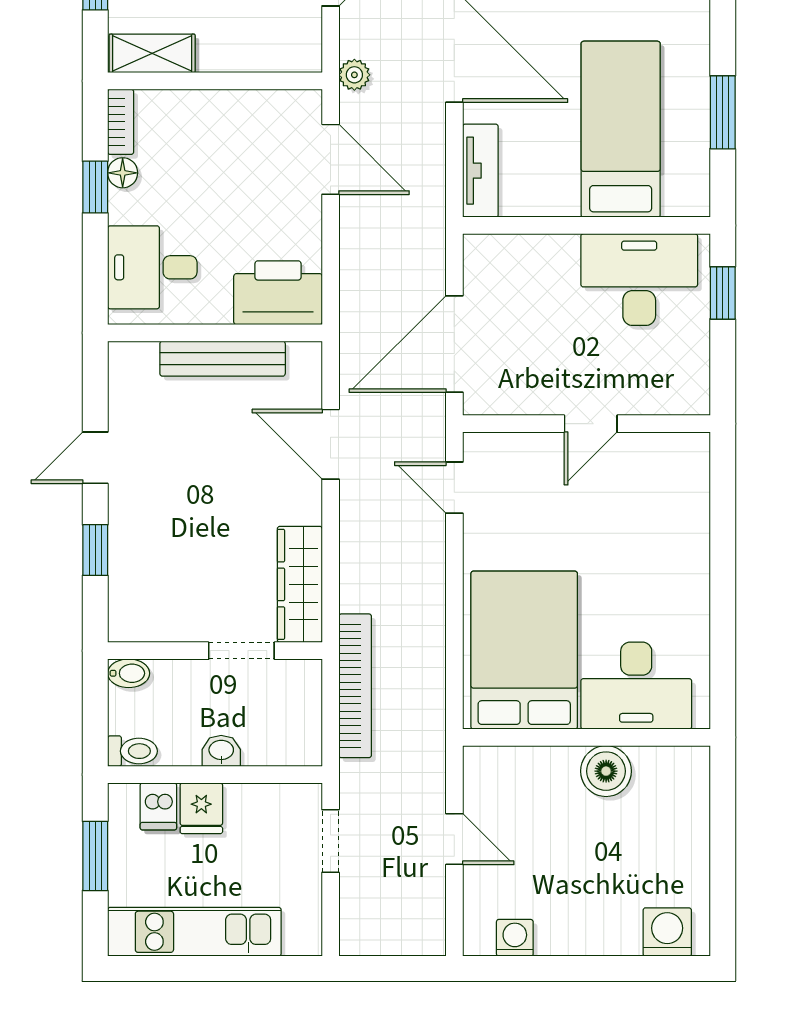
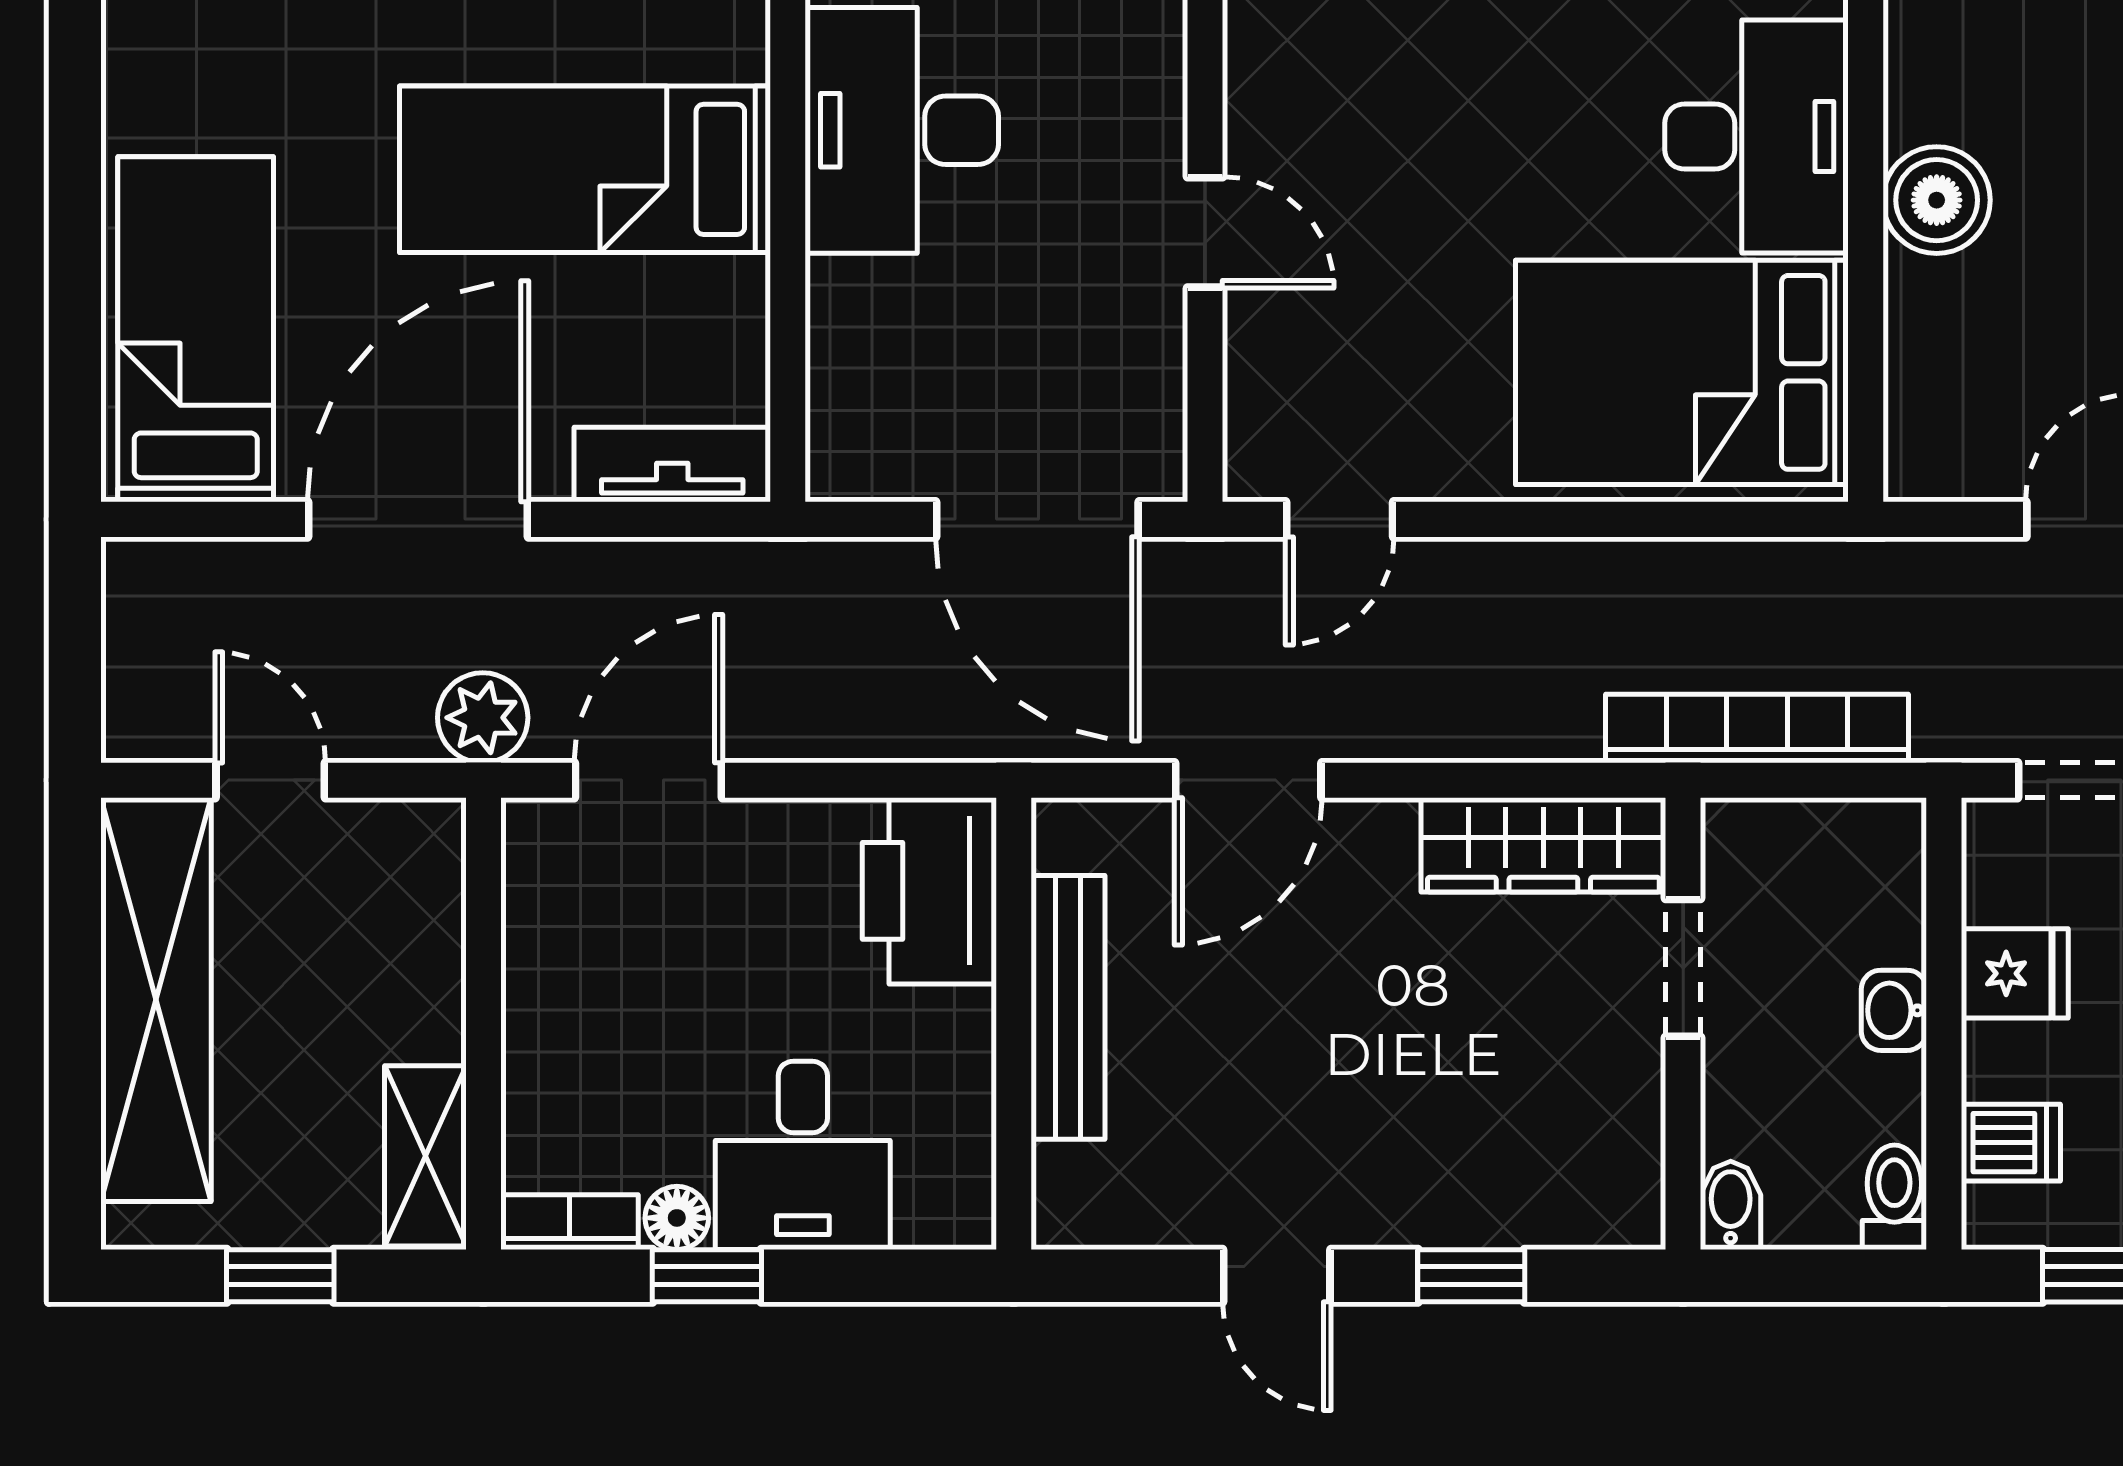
plant: (354, 75) -> (483, 718), width x1.38, depth x1.38
desk: (152, 267) -> (803, 1155), moved
fridge: (201, 808) -> (2015, 973), moved

